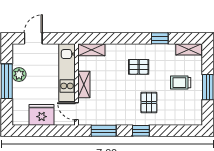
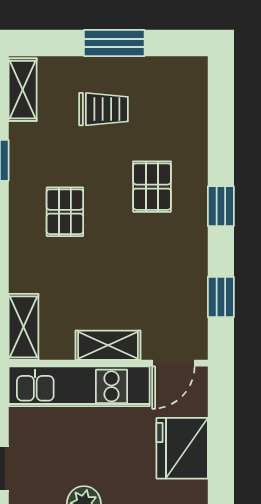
trolley: (181, 83) -> (103, 109), turned -90
pallet: (149, 103) -> (152, 187), turned 90
window: (104, 131) -> (221, 297), width x0.67

